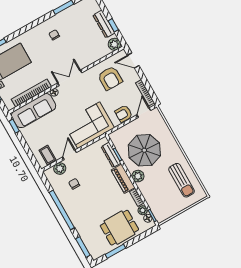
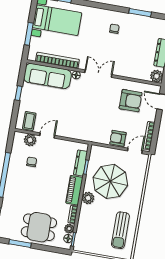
armchair: (110, 78) -> (131, 101), turned -90
corner sofa: (89, 125) -> (82, 124), removed
window: (14, 126) -> (19, 93), moved

